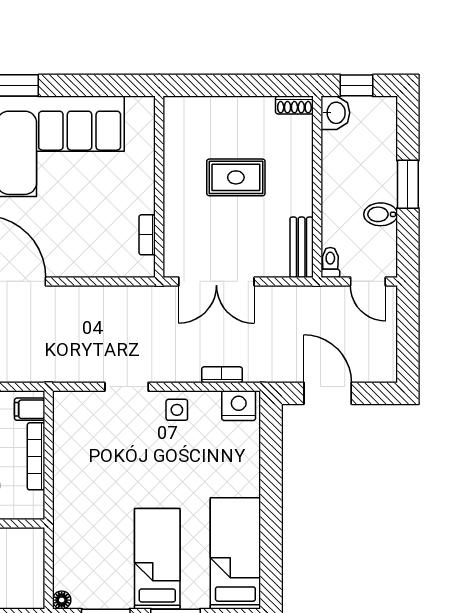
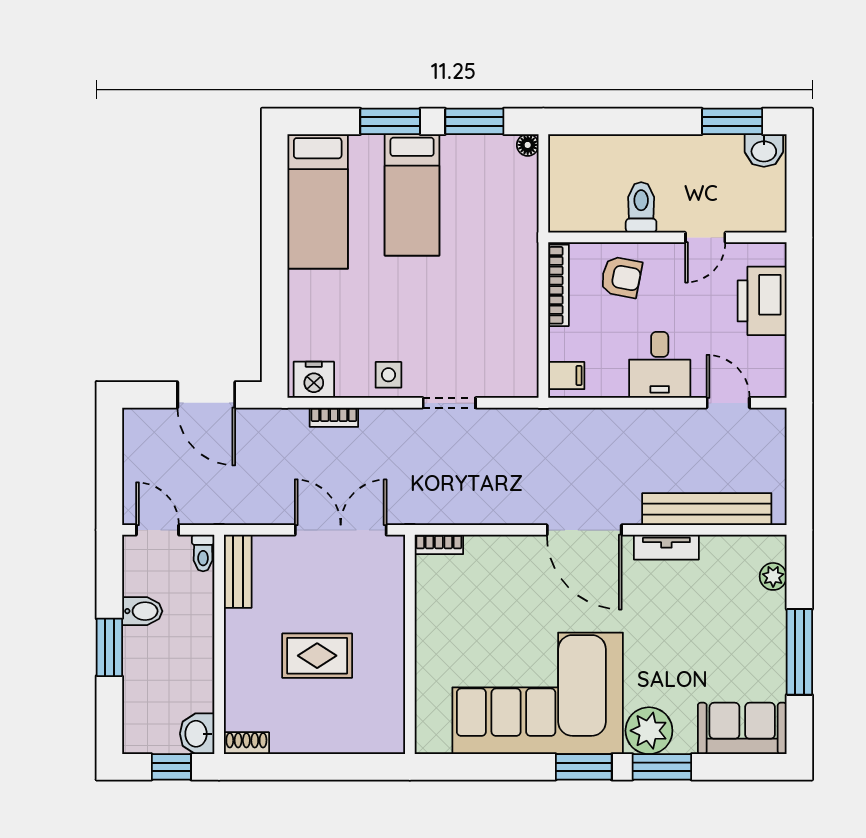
bookcase: (147, 235) -> (439, 544), moved, turned 90
bookcase: (36, 456) -> (559, 285), moved

